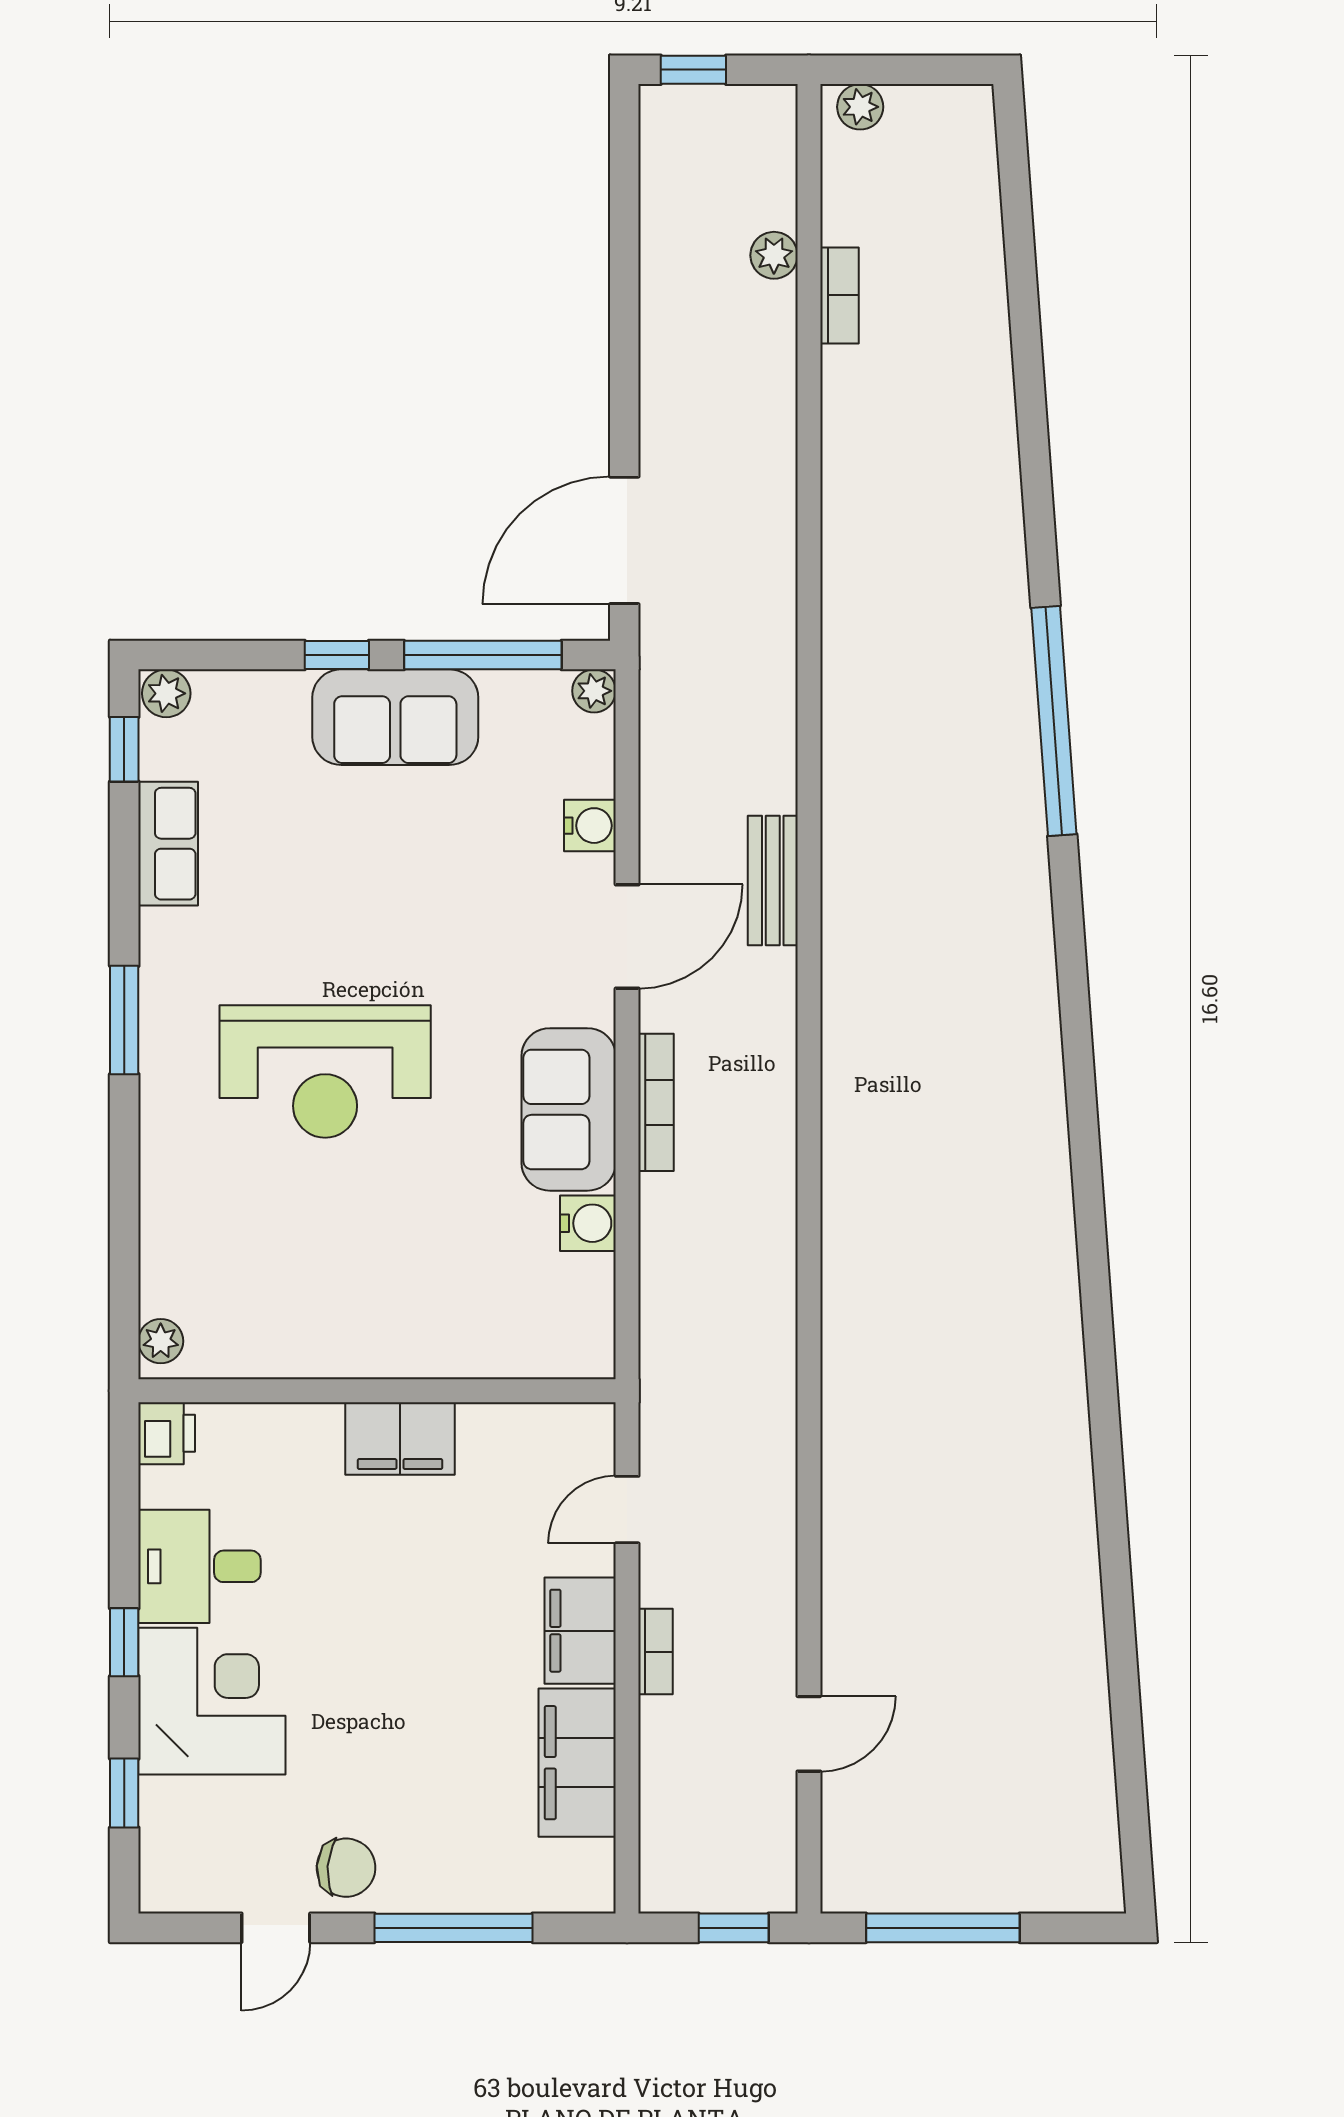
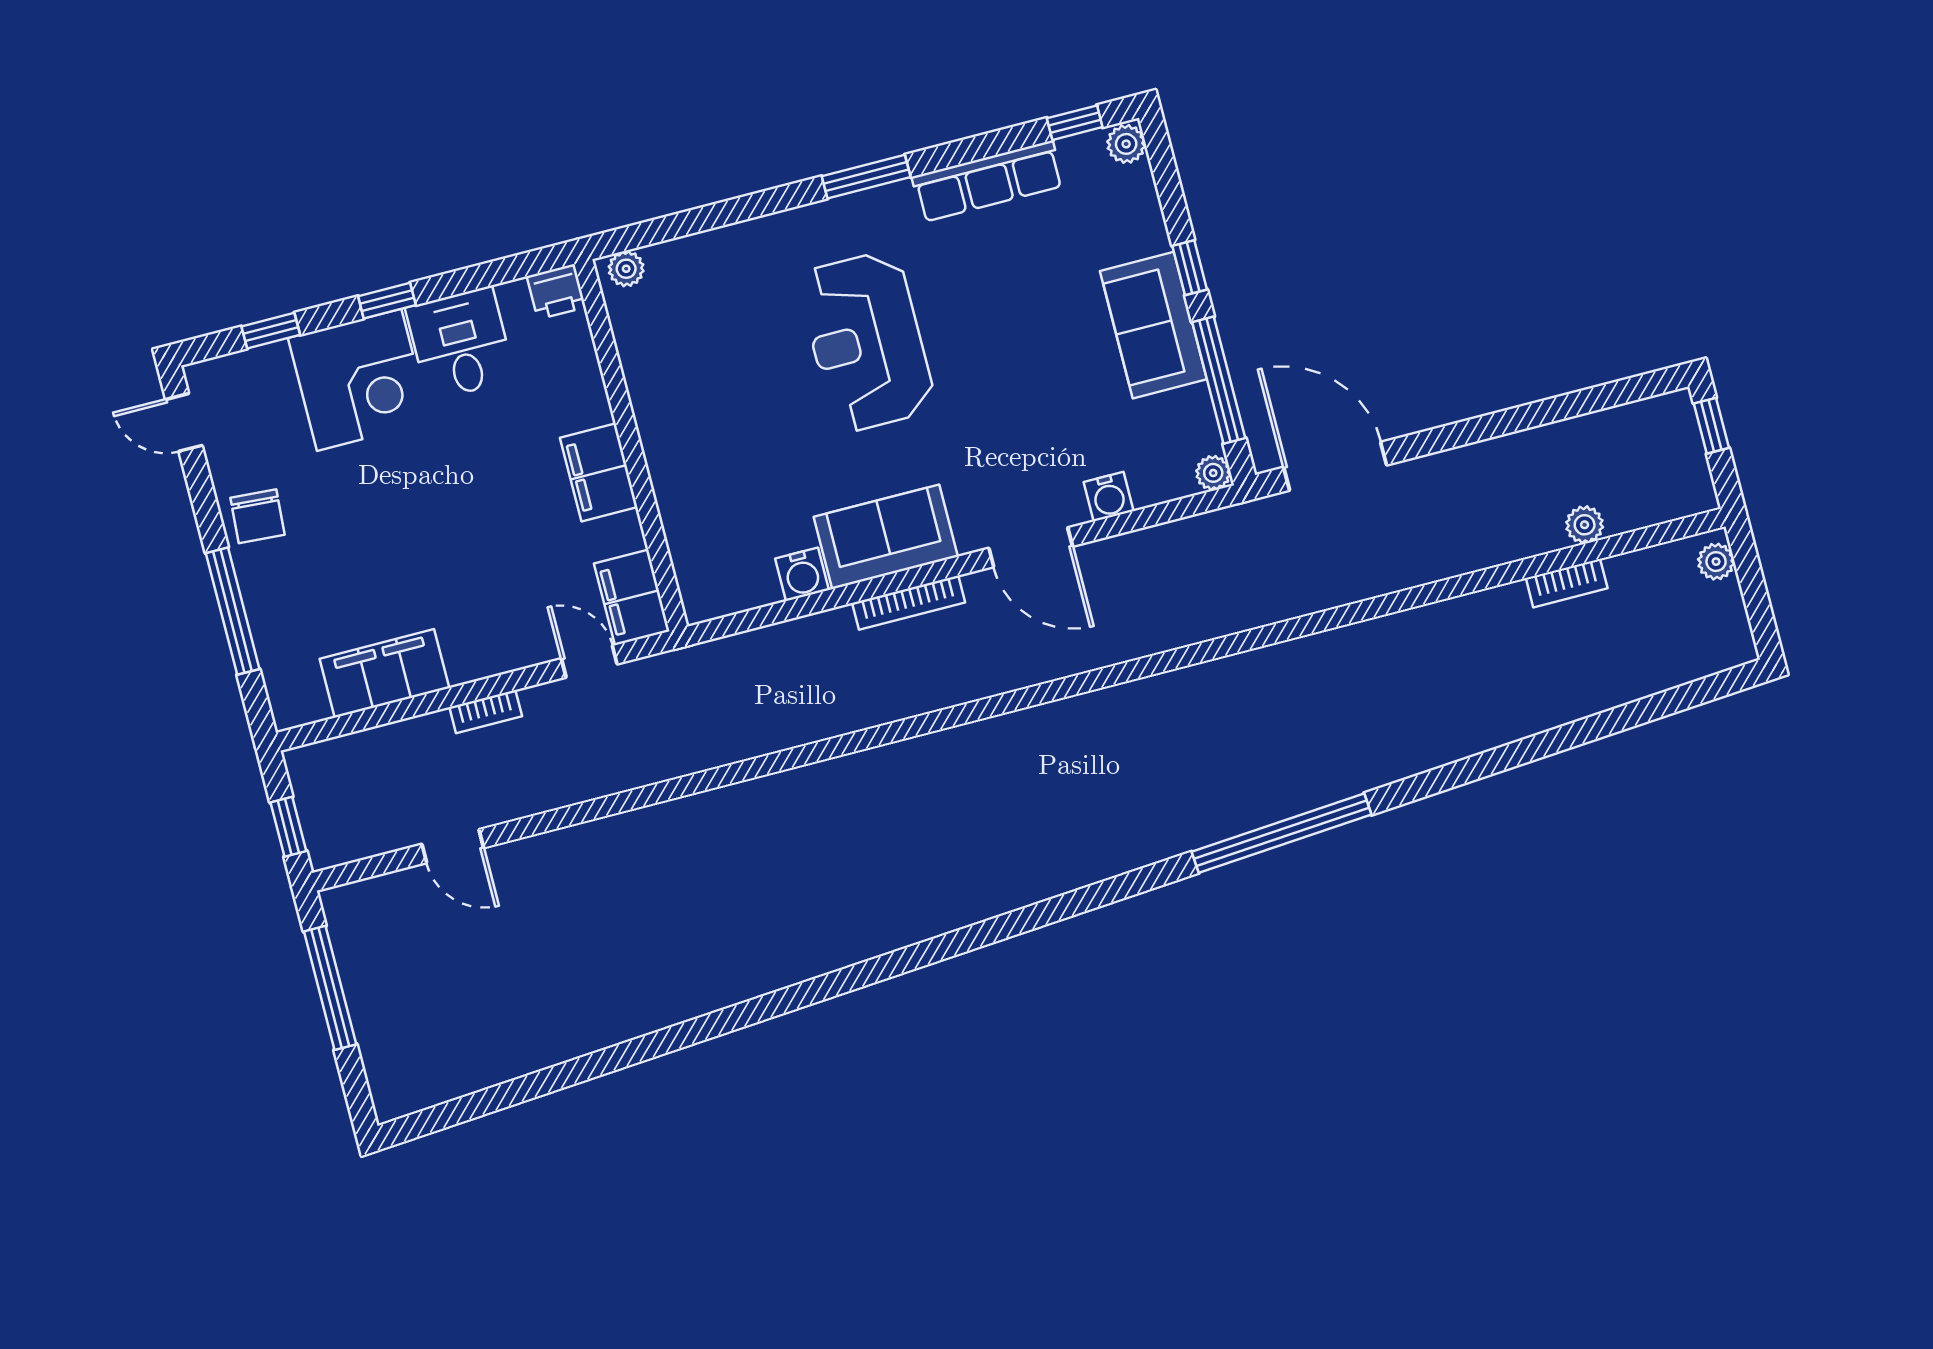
row of seats: (168, 844) -> (988, 181), width x1.48
bench: (773, 881) -> (1103, 648), removed
filing cabinet: (580, 1631) -> (632, 597), moved, turned -90
door: (276, 1928) -> (184, 422), moved

